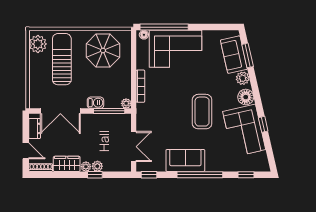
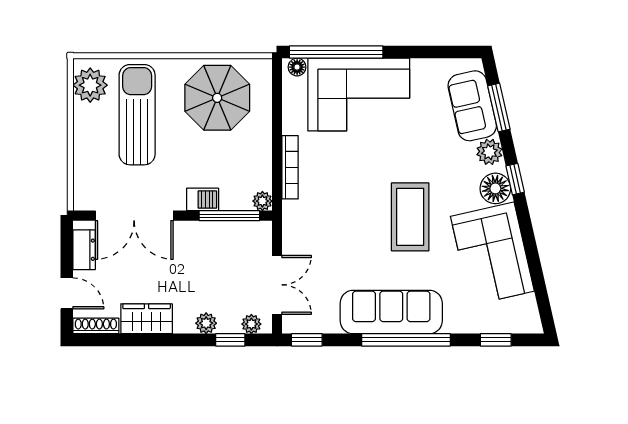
window: (263, 124) -> (515, 179), moved
sofa: (185, 160) -> (391, 312), width x1.36
plant: (86, 167) -> (251, 324), moved
window: (95, 175) -> (230, 340), moved

